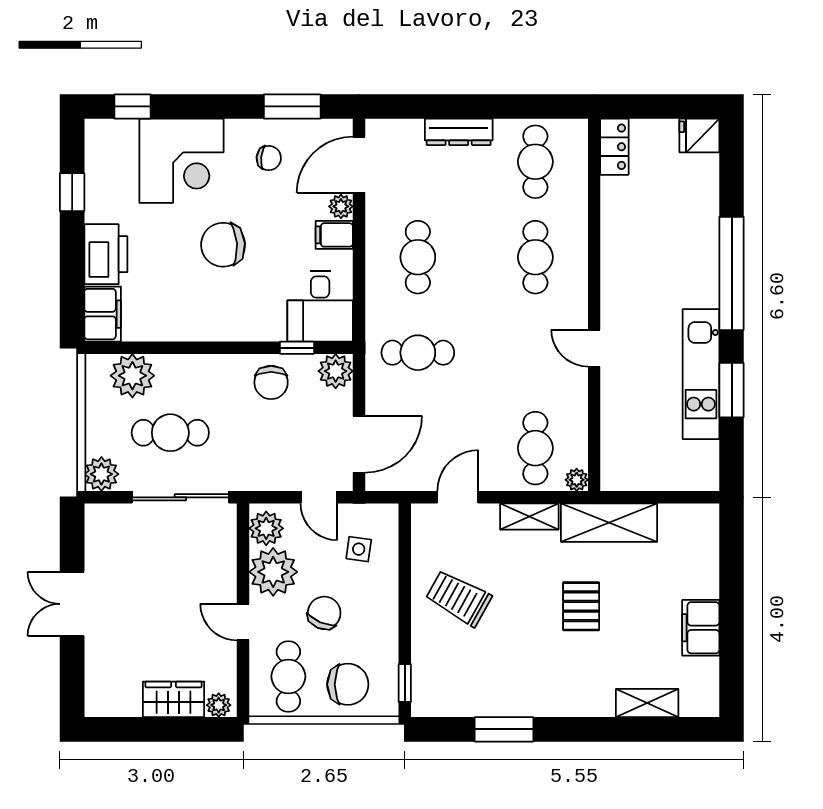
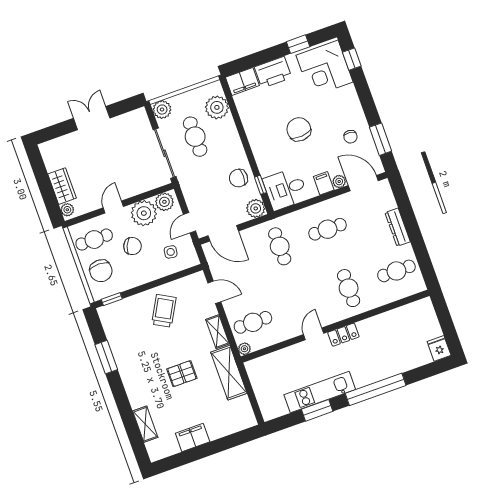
locker: (614, 147) -> (343, 335), moved
corner desk: (181, 161) -> (325, 69), moved
cafe table: (535, 257) -> (349, 288), turned 90

